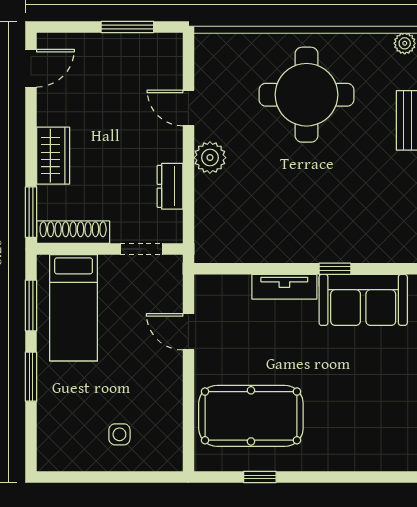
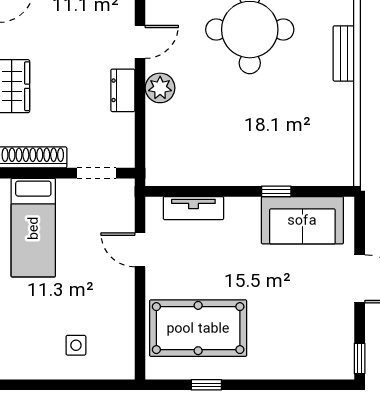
door: (188, 108) -> (140, 42), swing flipped
dresser: (170, 186) -> (123, 90), moved
tv unit: (284, 287) -> (193, 208), moved

